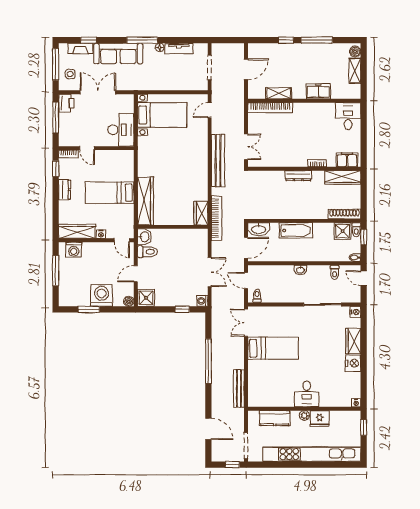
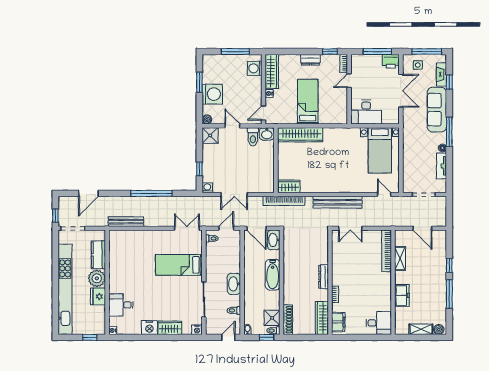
washbasin: (300, 270) -> (234, 284), width x1.91, depth x1.45
bed: (273, 348) -> (179, 265), moved, turned 90
desk: (307, 394) -> (121, 305), moved
plant: (304, 416) -> (97, 278), width x1.88, depth x1.88

